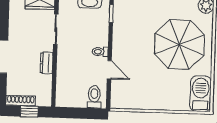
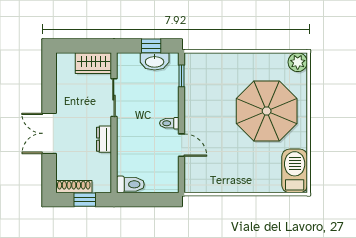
toilet: (94, 97) -> (130, 184), moved, turned 90

